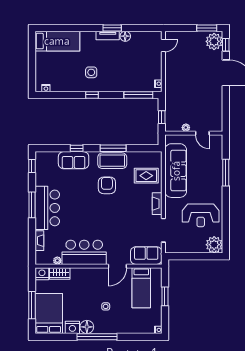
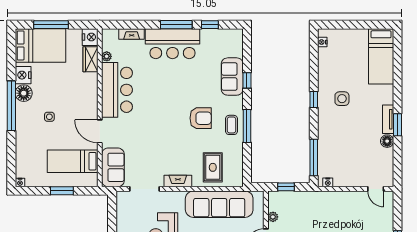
coffee table: (112, 161) -> (232, 125), width x0.54, depth x0.58
window: (32, 166) -> (210, 25), moved

